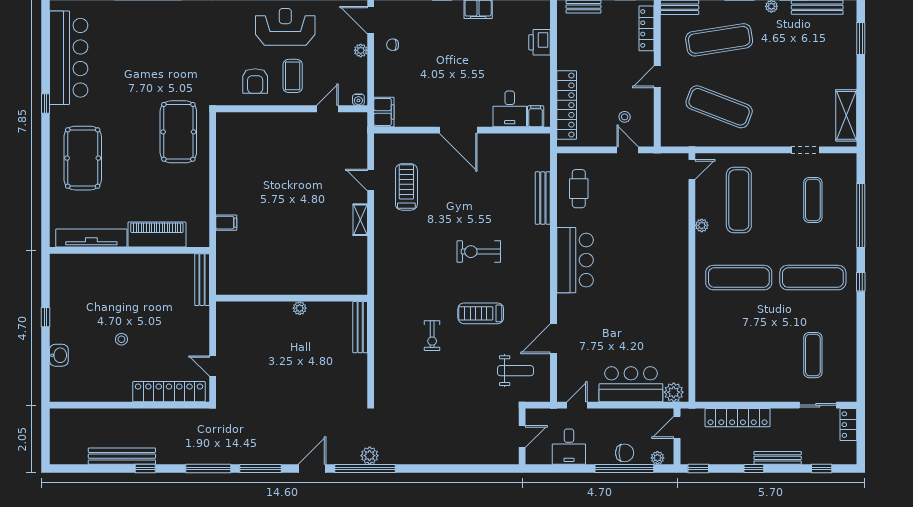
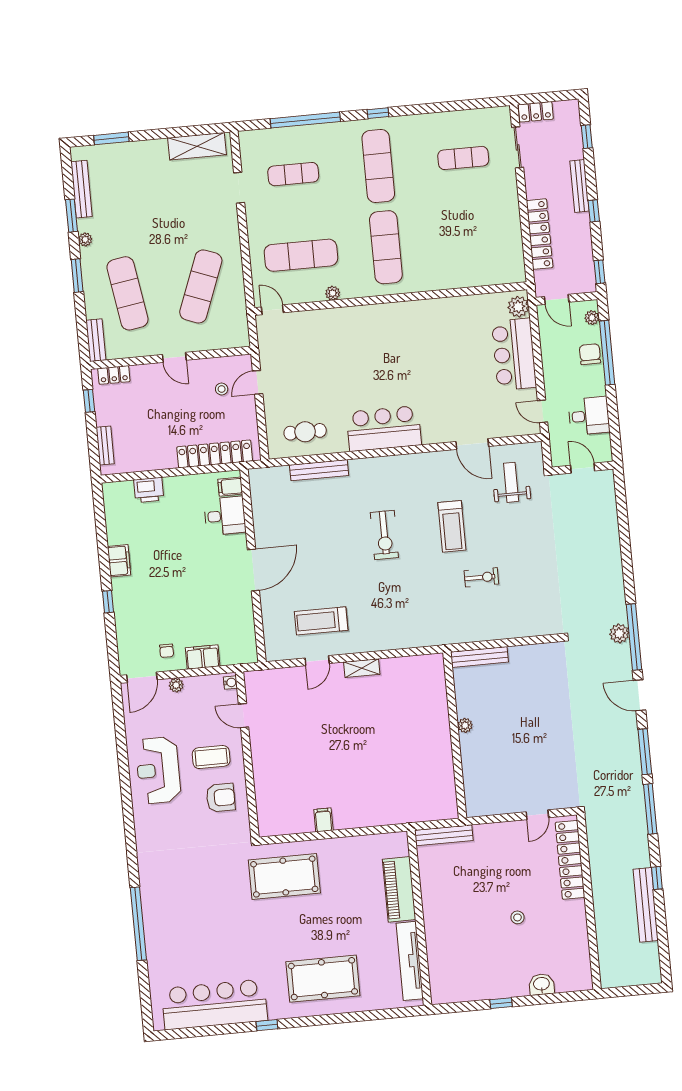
locker: (646, 28) -> (114, 375), width x0.66
filing cabinet: (384, 112) -> (203, 657), moved
filing cabinet: (226, 223) -> (323, 820), moved

